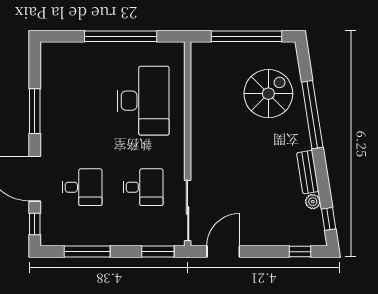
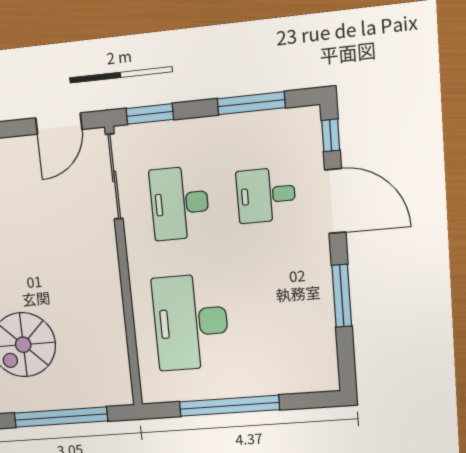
desk: (143, 187) -> (180, 203), width x1.37

